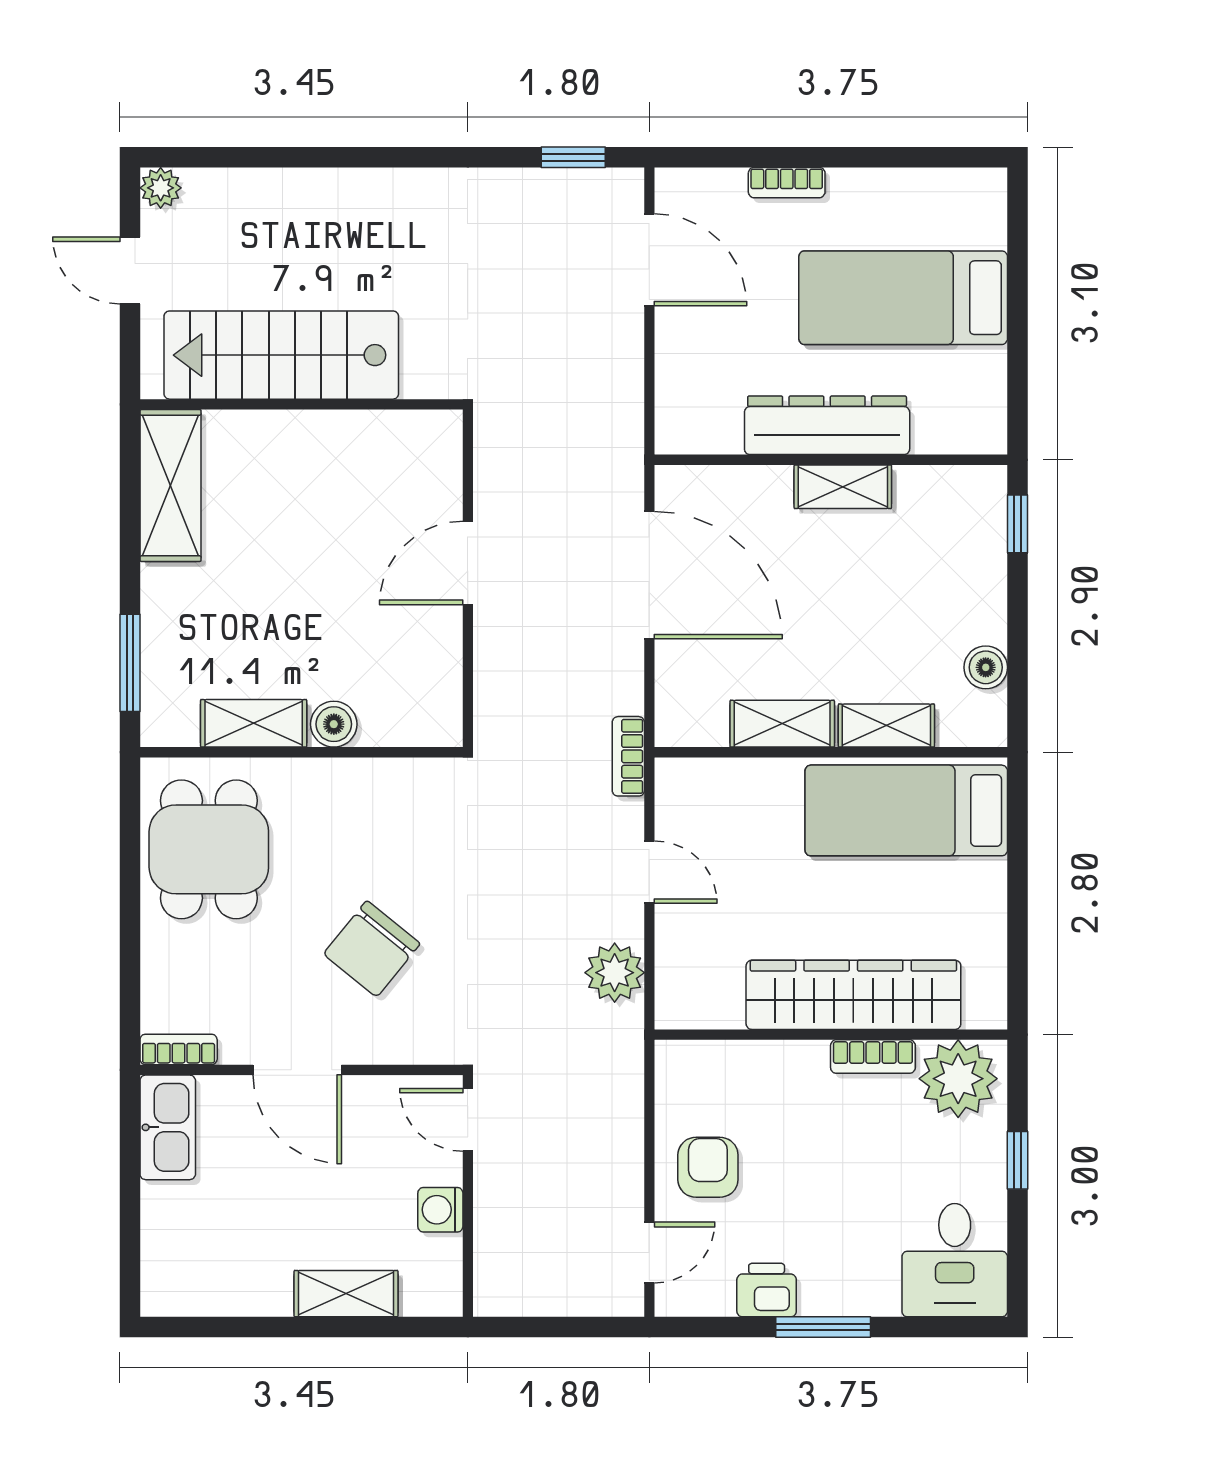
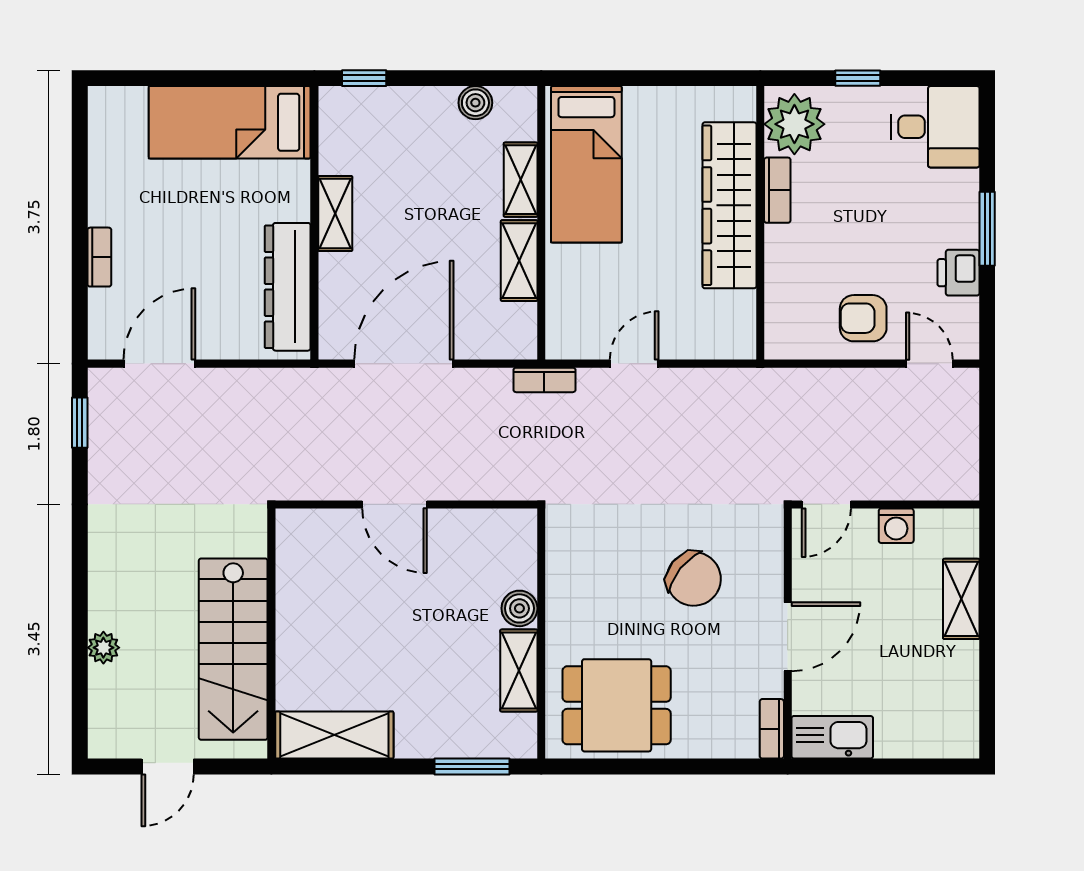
plant: (161, 188) -> (103, 648), moved
bed: (903, 298) -> (230, 122), moved, turned 90
dresser: (827, 425) -> (288, 287), moved
plant: (615, 973) -> (712, 391), removed

